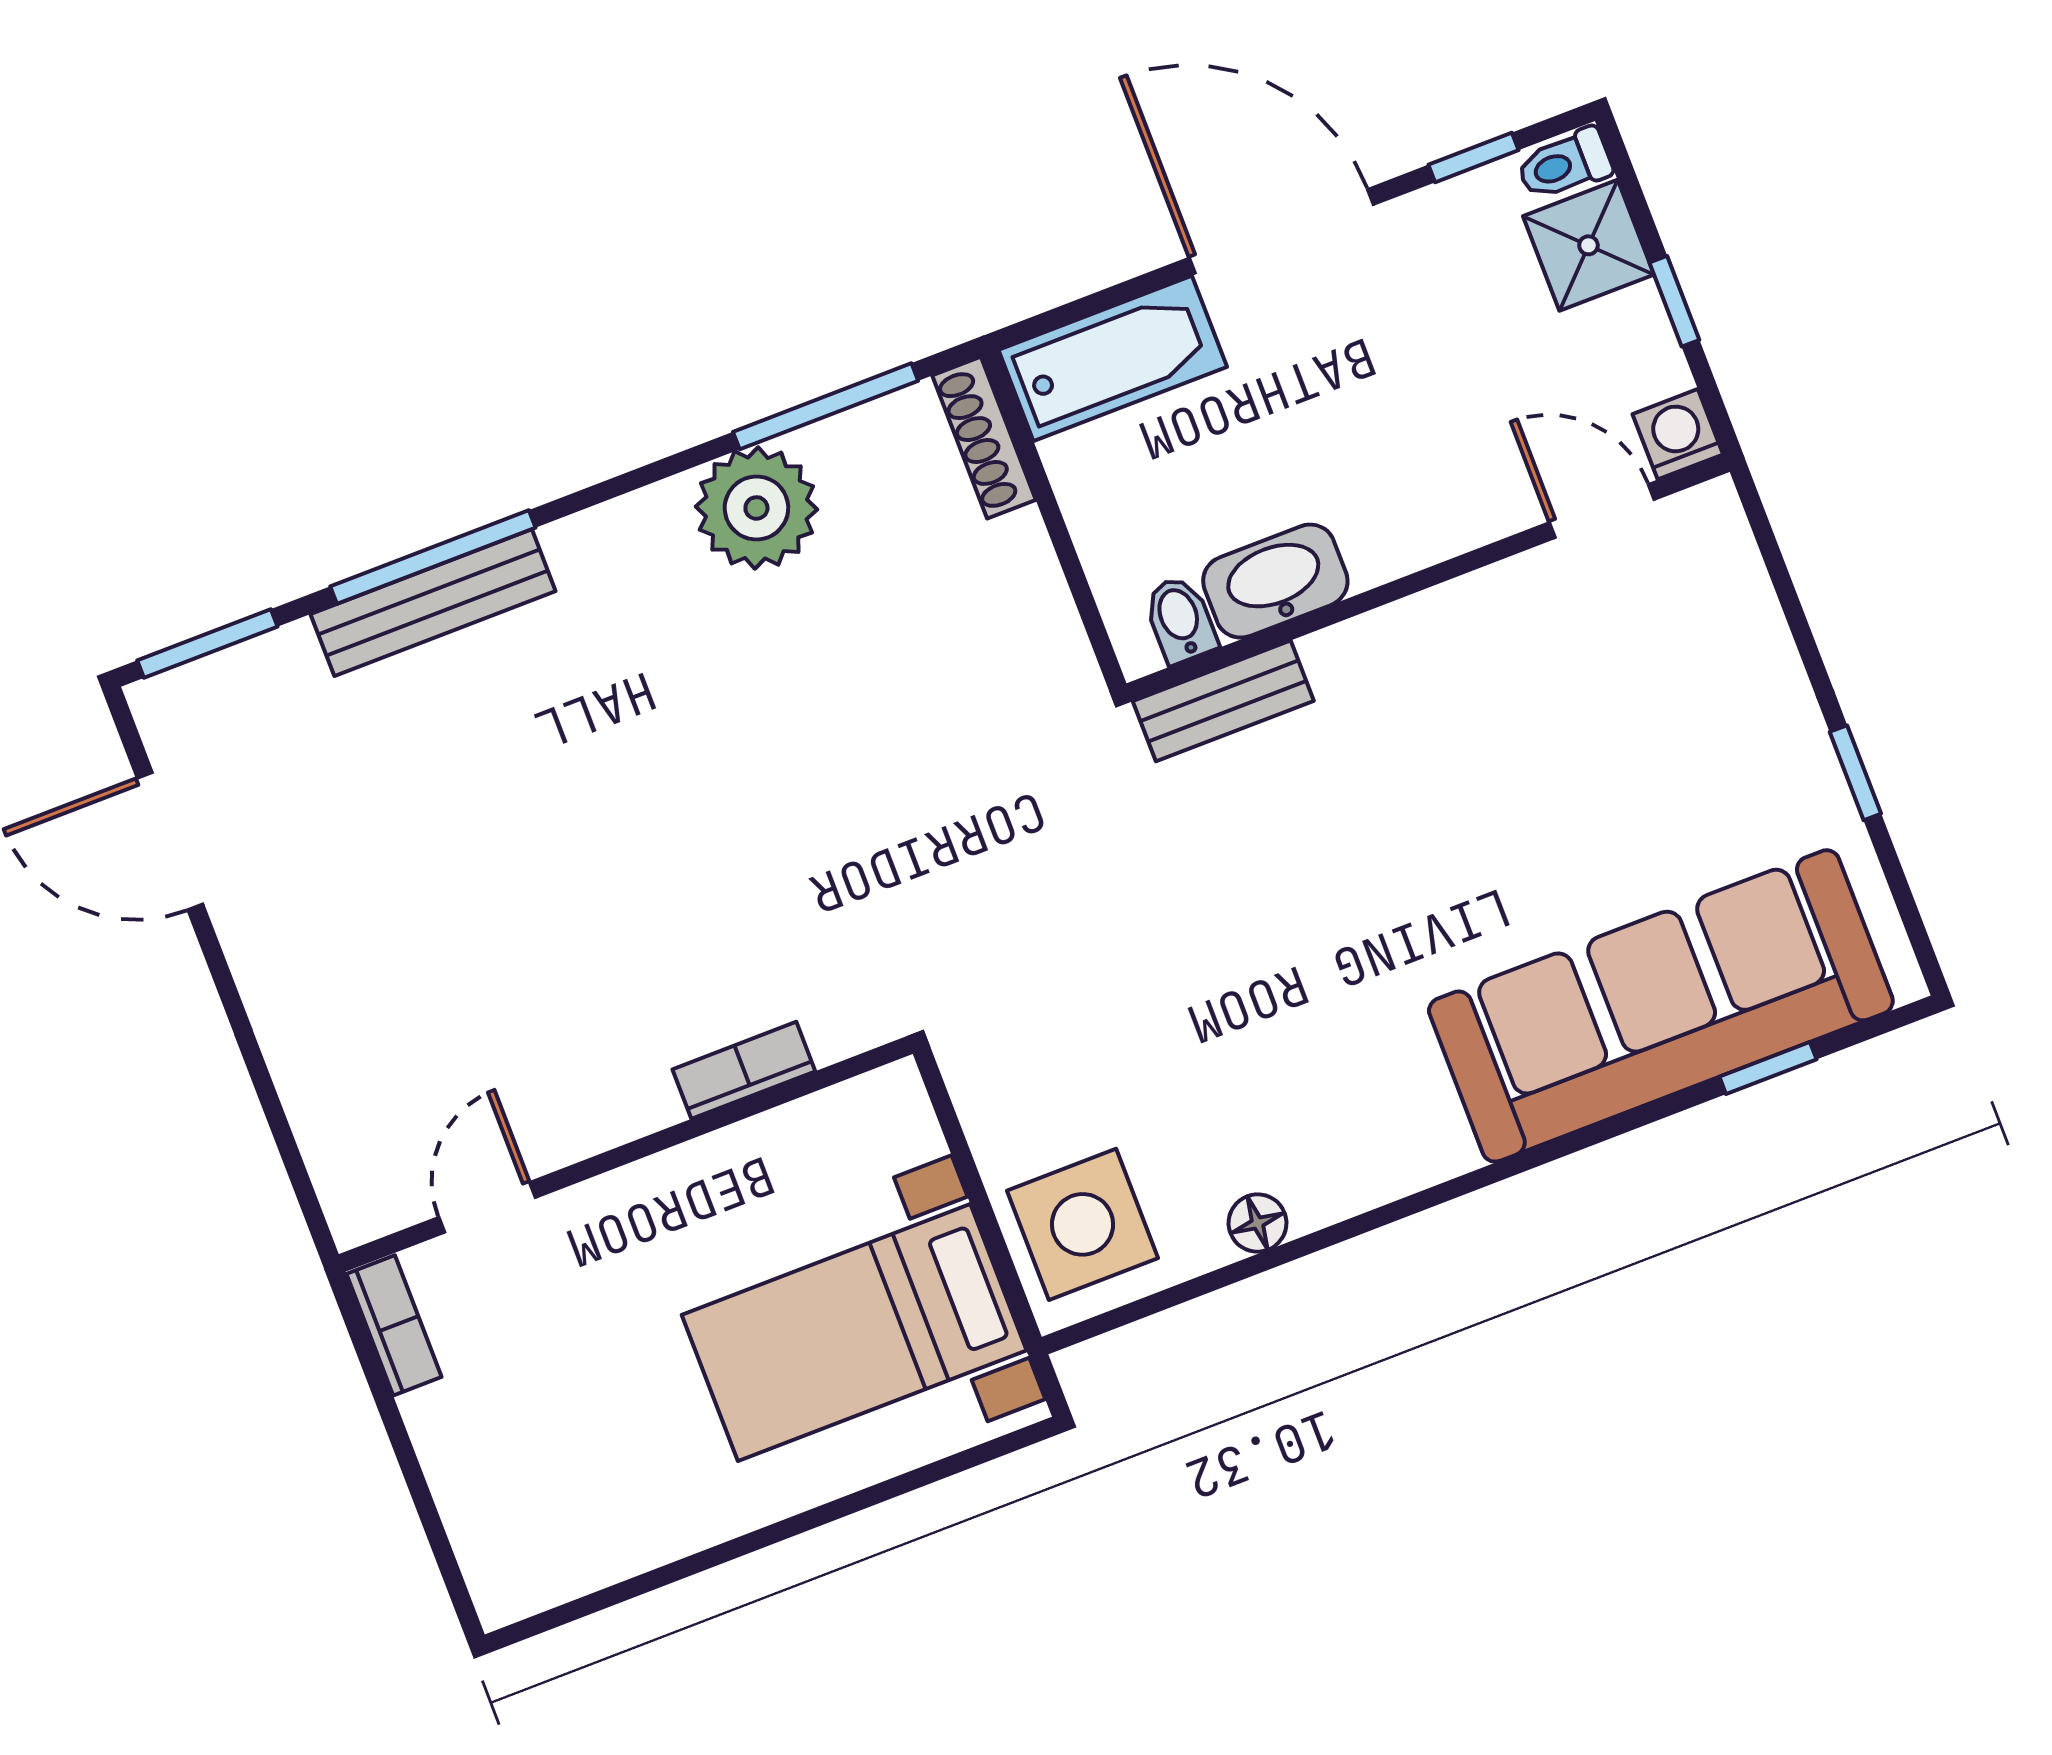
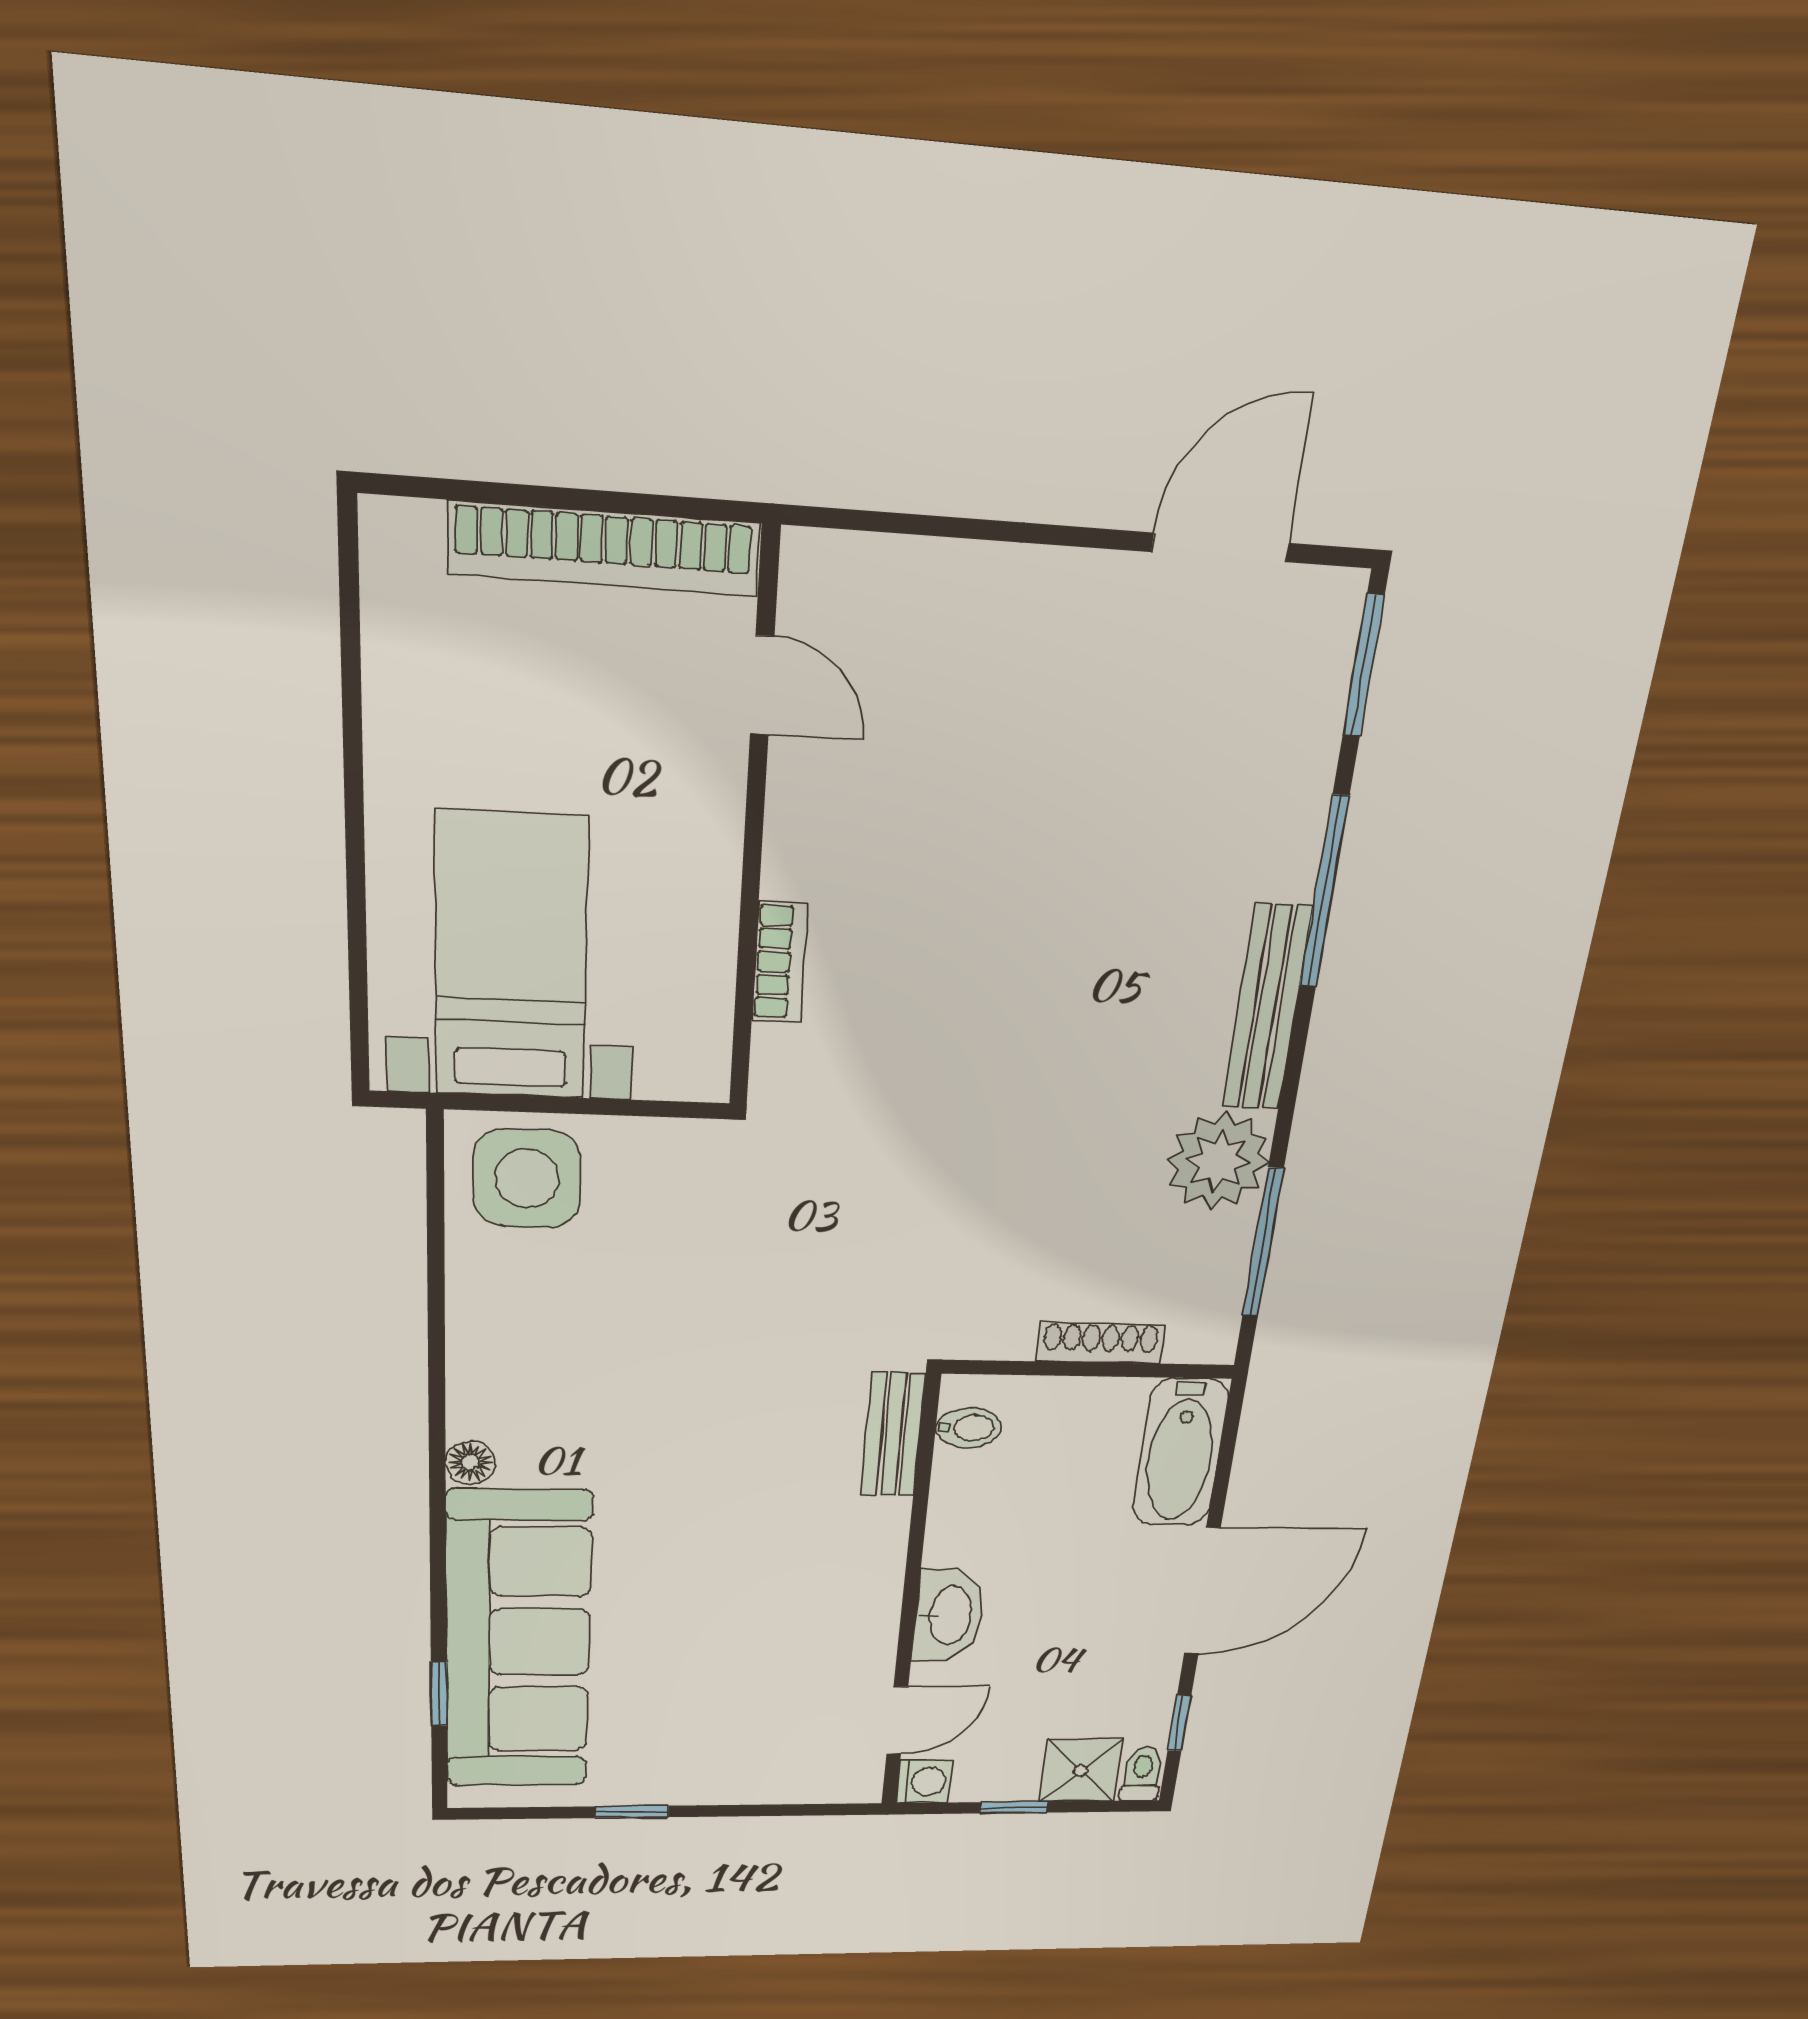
shoe rack: (984, 438) -> (1100, 1343), moved
washbasin: (1275, 581) -> (949, 1615), moved
bench: (433, 603) -> (1267, 1008), moved
floor lamp: (1257, 1223) -> (470, 1462), moved
bookcase: (394, 1325) -> (604, 548), width x2.31, depth x1.31

